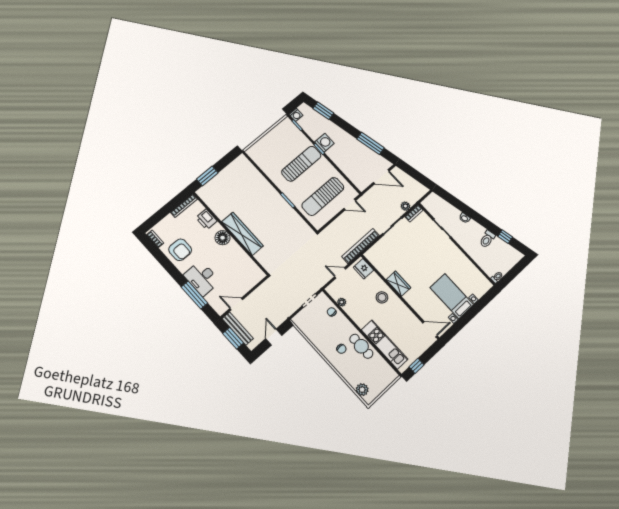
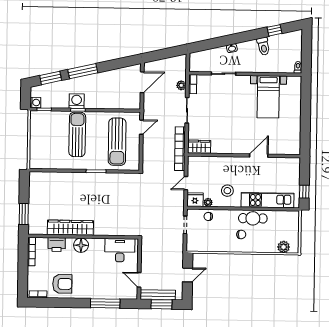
window: (370, 143) -> (83, 71), moved
wardrobe: (242, 234) -> (70, 228), moved
fridge: (363, 269) -> (195, 200), moved, turned 180
desk: (202, 278) -> (120, 250), moved, turned 180
wardrobe: (398, 284) -> (199, 147), moved
bed with nightstands: (452, 296) -> (268, 97), moved, turned -90
stool: (382, 297) -> (227, 191), moved
door: (236, 304) -> (139, 280), hinge flipped
door: (430, 329) -> (259, 156), moved
door: (274, 337) -> (188, 275), swing flipped

